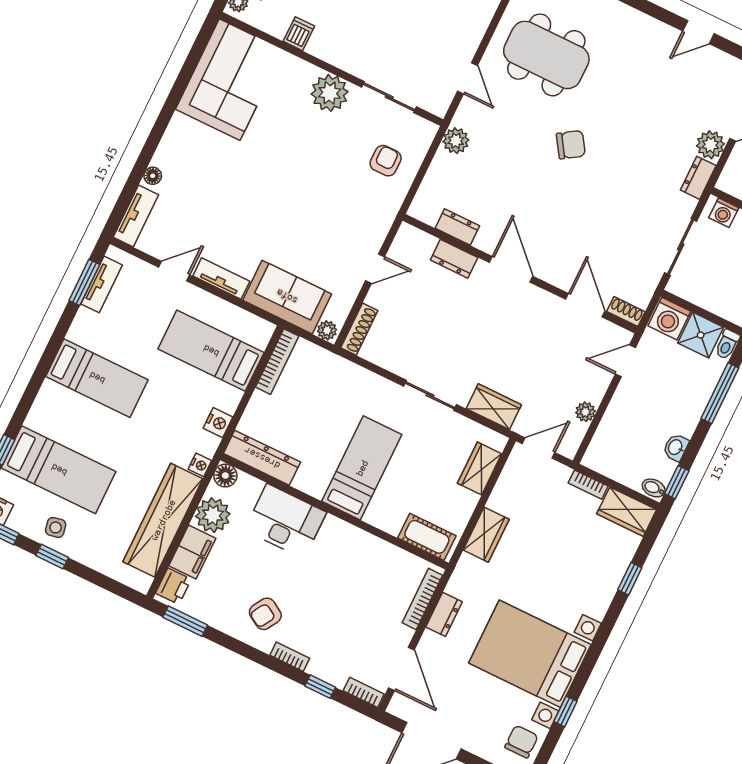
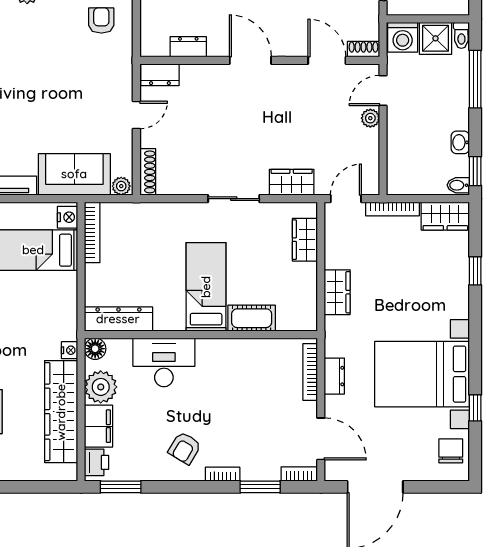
dresser: (454, 259) -> (160, 75), moved
plant: (585, 412) -> (370, 118), moved
nightstand: (218, 423) -> (68, 217), moved
bookcase: (588, 485) -> (392, 209), width x1.56
cot: (427, 537) -> (252, 318), moved
window: (320, 687) -> (260, 487), width x1.50

